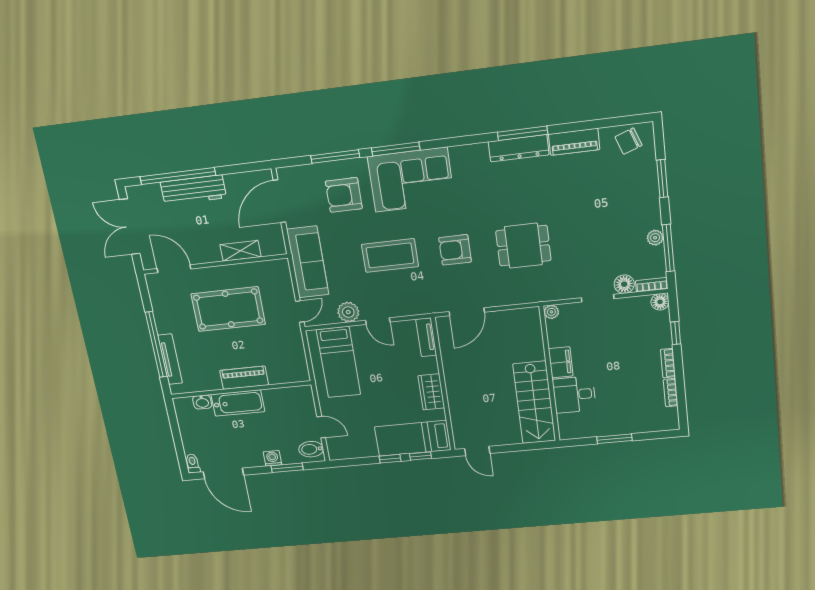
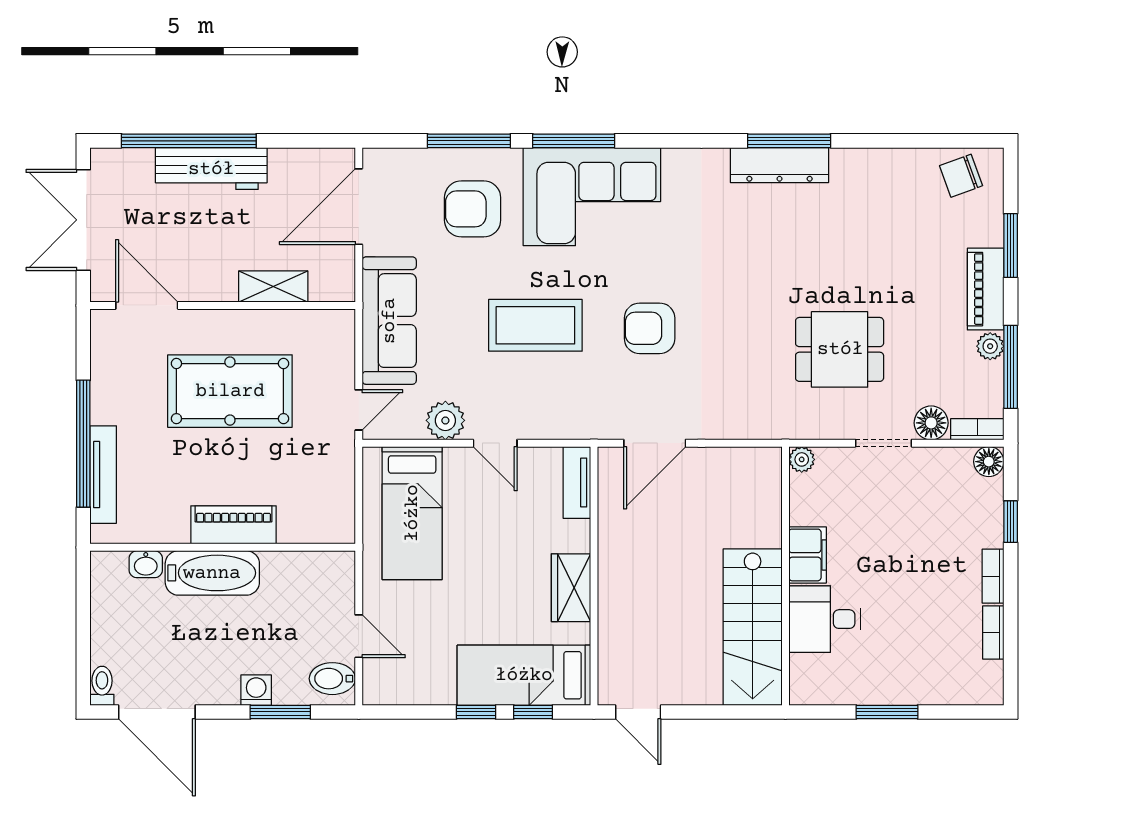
piano: (574, 142) -> (986, 289), moved, turned 90
dining table: (523, 246) -> (840, 349), moved

